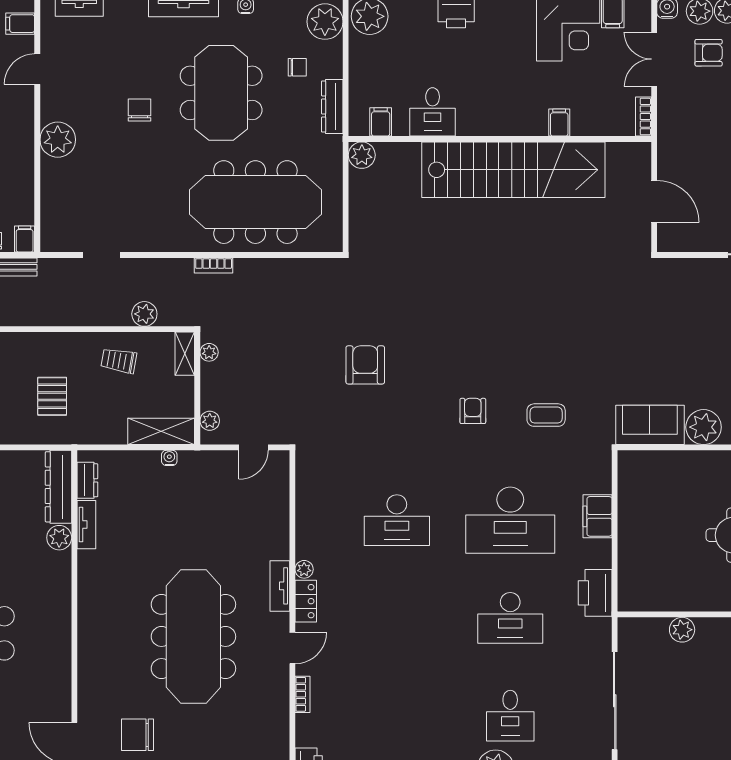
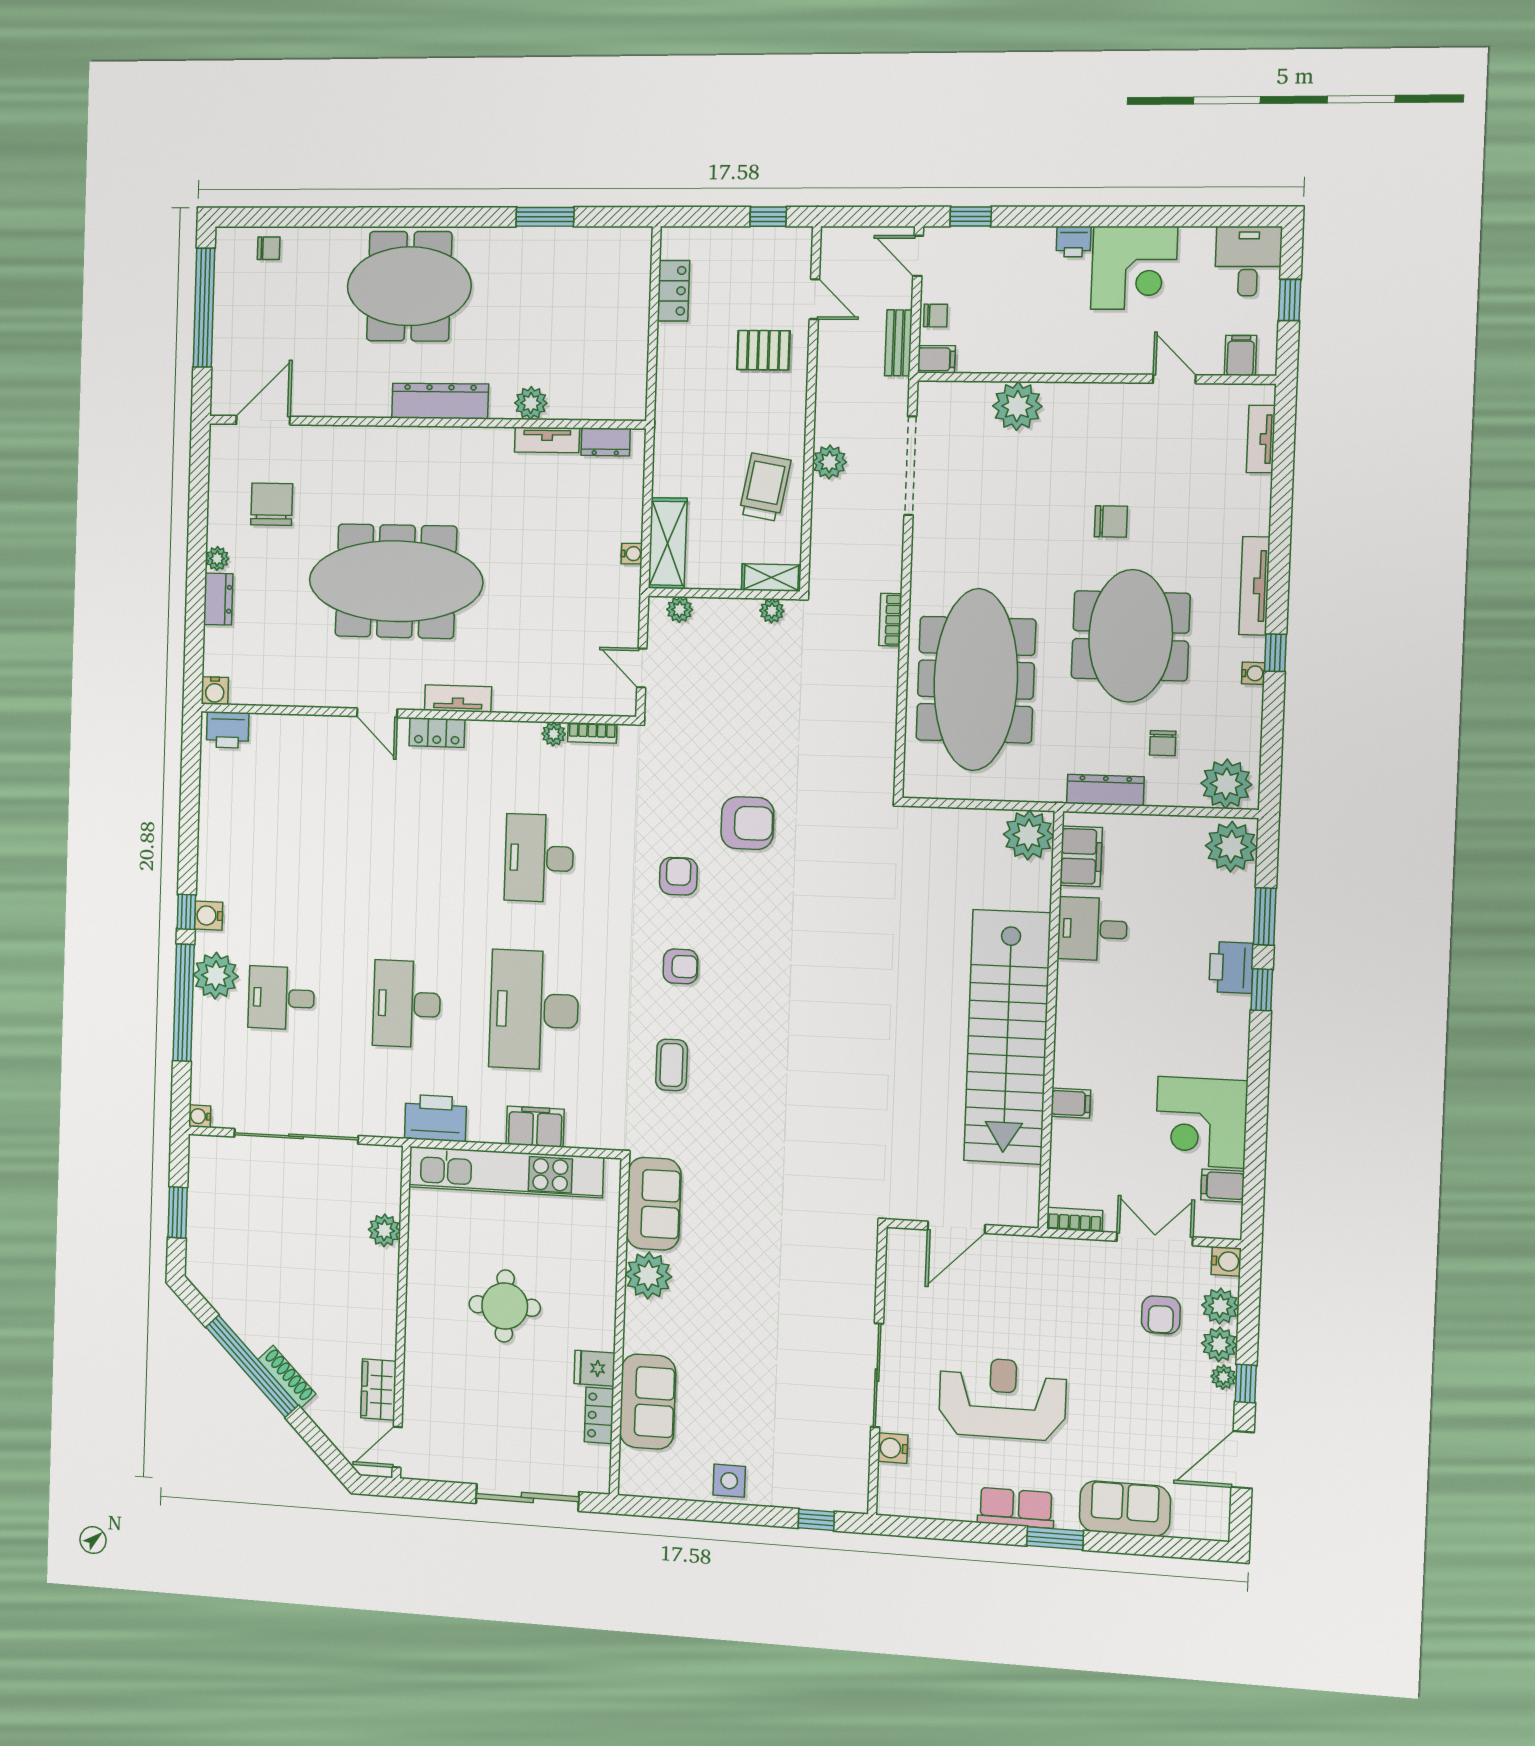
meeting table: (221, 93) -> (1131, 636), turned 90
filing cabinet: (381, 122) -> (1081, 856), width x2.00
plant: (58, 140) -> (1017, 406), moved
plant: (362, 155) -> (1029, 835), width x1.36, depth x1.36
doorway: (102, 255) -> (910, 466), width x1.87
plant: (144, 314) -> (829, 462), moved
trolley: (119, 361) -> (765, 487), width x1.36, depth x1.39
pallet: (52, 396) -> (763, 350), moved
armchair: (406, 415) -> (678, 876), added
dresser: (59, 487) -> (440, 401), moved
kitchen unit: (633, 538) -> (506, 1172), added
plant: (304, 569) -> (554, 734), moved
bookcase: (302, 694) -> (592, 733), moved

